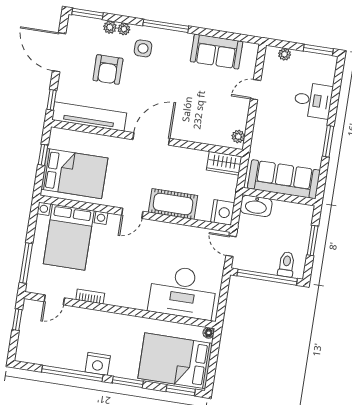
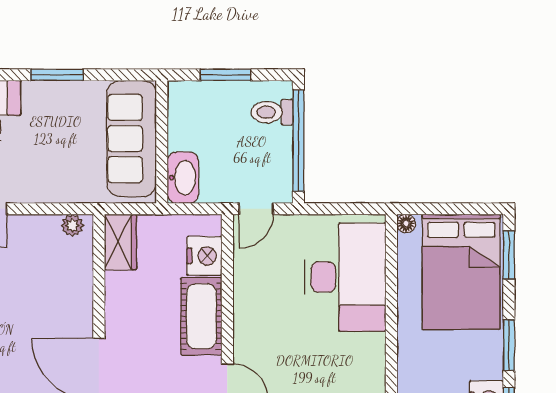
nightstand: (223, 212) -> (204, 256), moved, turned 90

